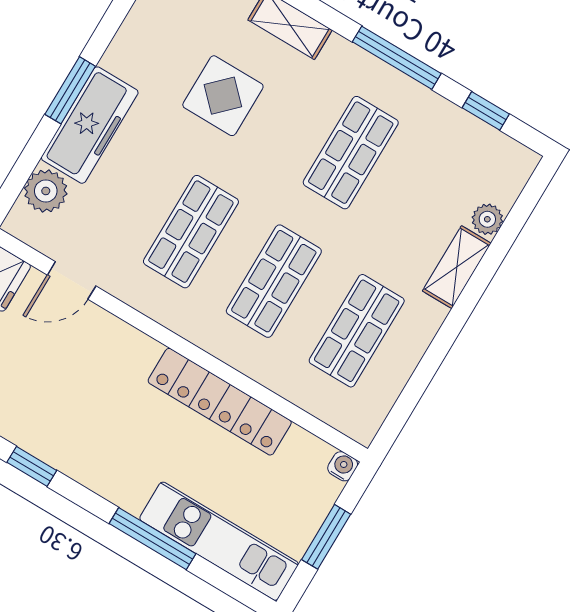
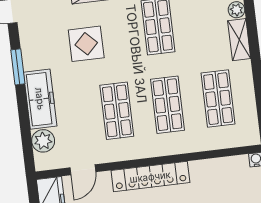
window: (70, 90) -> (18, 67), moved
locker: (220, 402) -> (150, 177), moved

